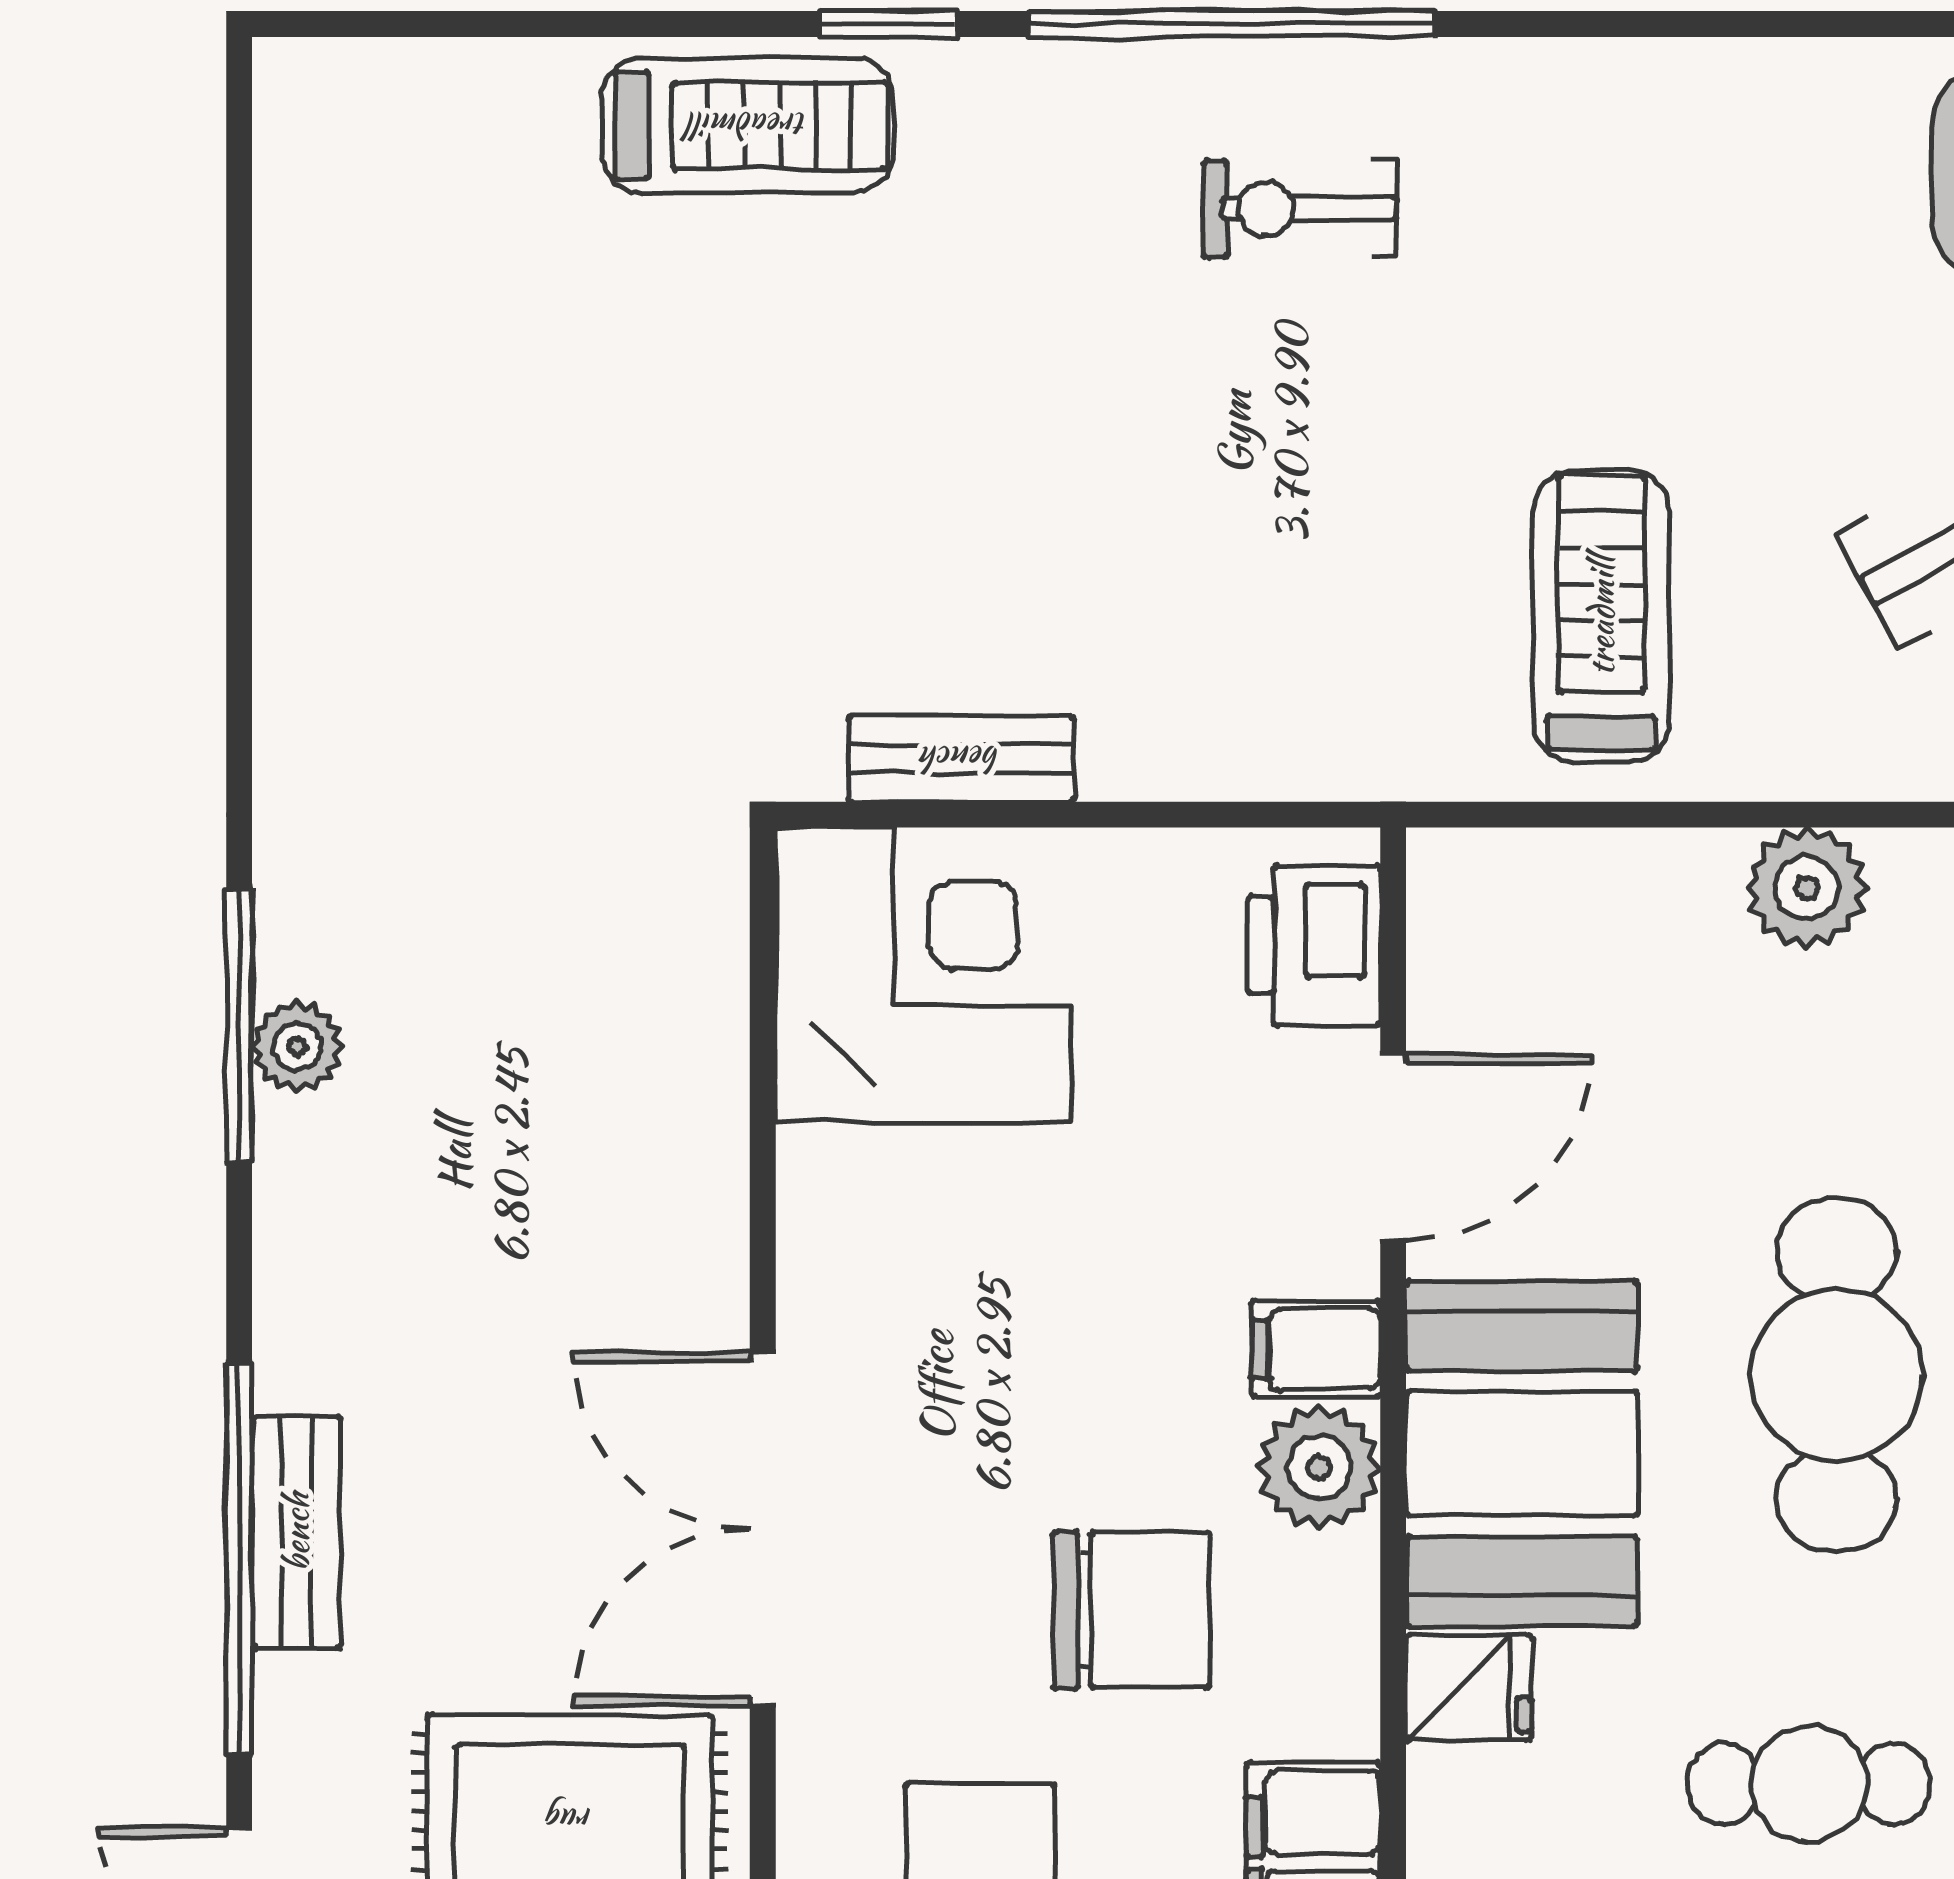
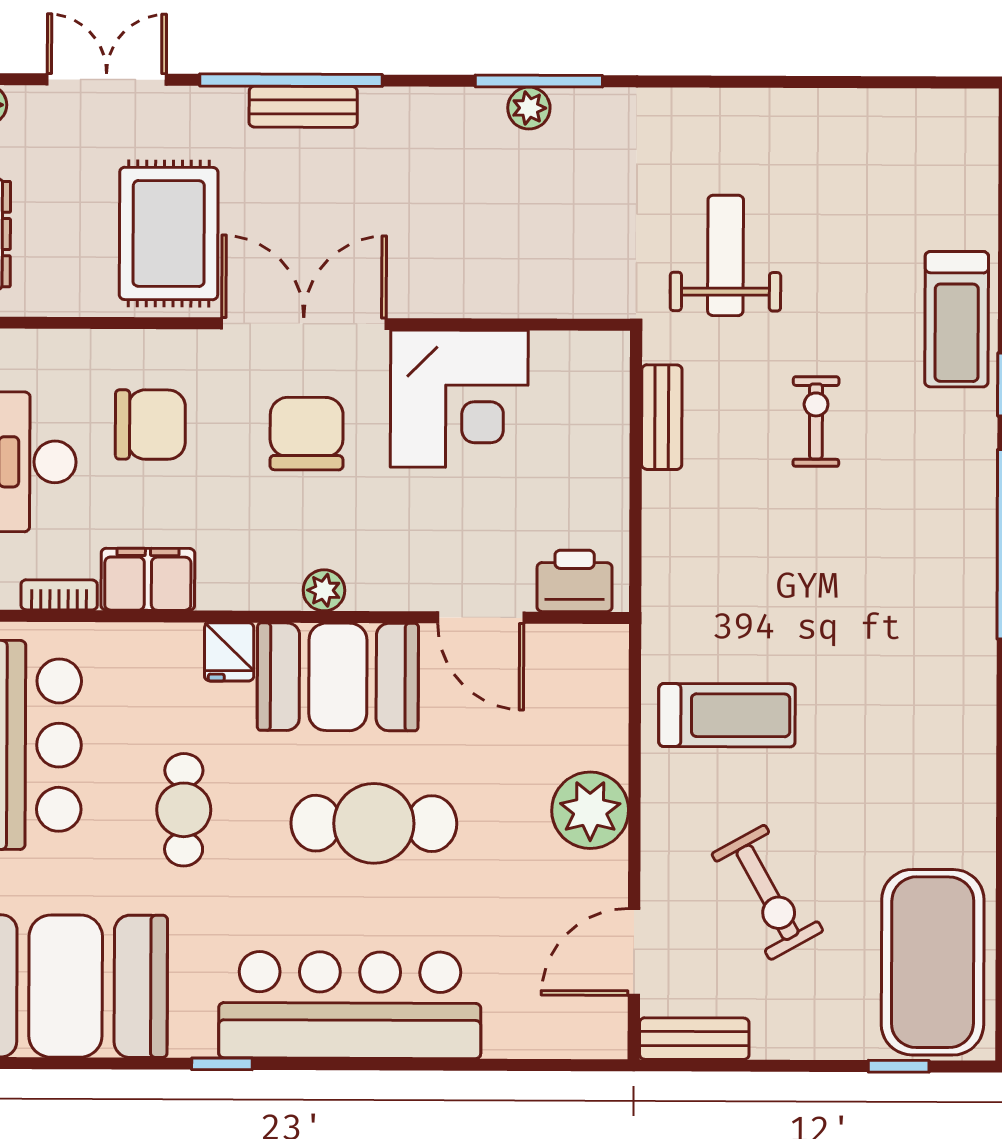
exercise bike: (1300, 209) -> (816, 421), moved
weight bench: (613, 623) -> (726, 255), added
plant: (1807, 888) -> (590, 810), width x1.36, depth x1.36
corner desk: (923, 975) -> (459, 399), moved
filing cabinet: (1316, 1349) -> (387, 581), removed
plant: (1319, 1467) -> (324, 590), width x0.73, depth x0.73
chair: (1132, 1610) -> (307, 434), moved, turned 180

